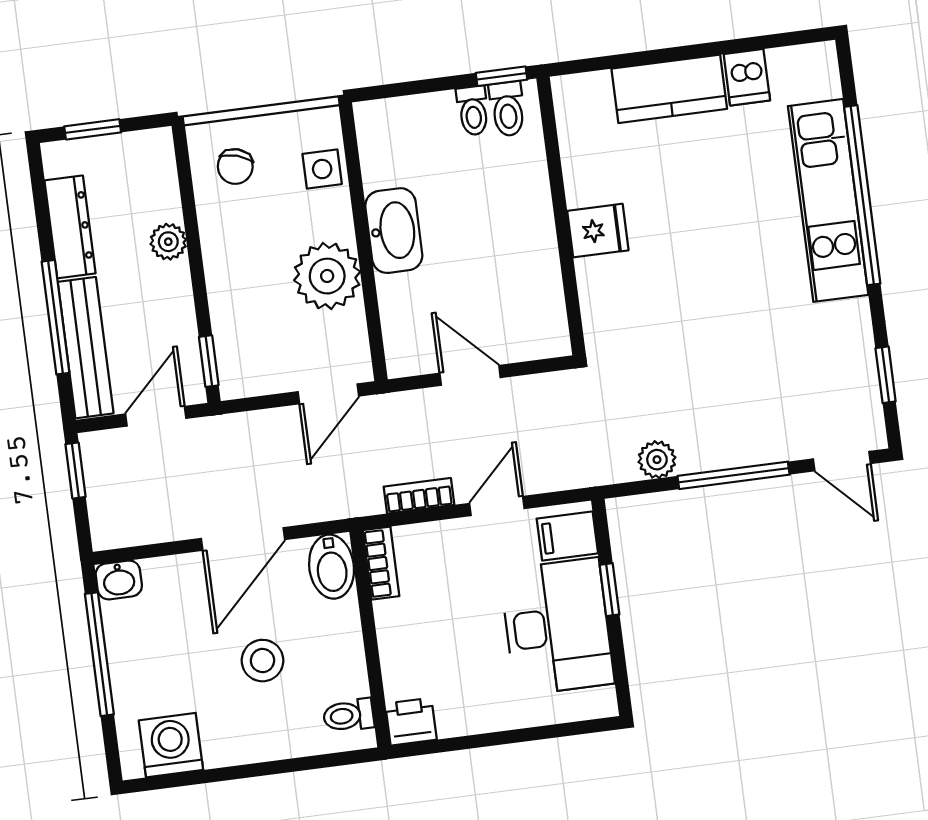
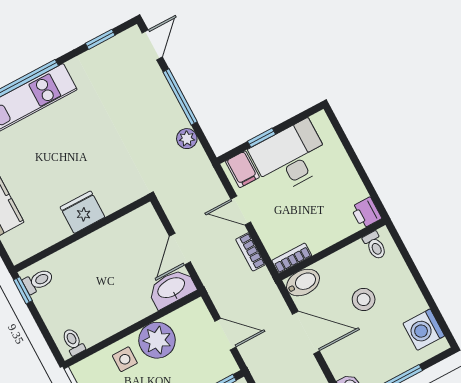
toilet: (473, 111) -> (73, 342), moved, turned -90
side table: (322, 169) -> (125, 359), moved
washbasin: (394, 231) -> (172, 288), moved
fridge: (598, 231) -> (82, 212), width x1.38
door: (328, 394) -> (225, 334), moved

